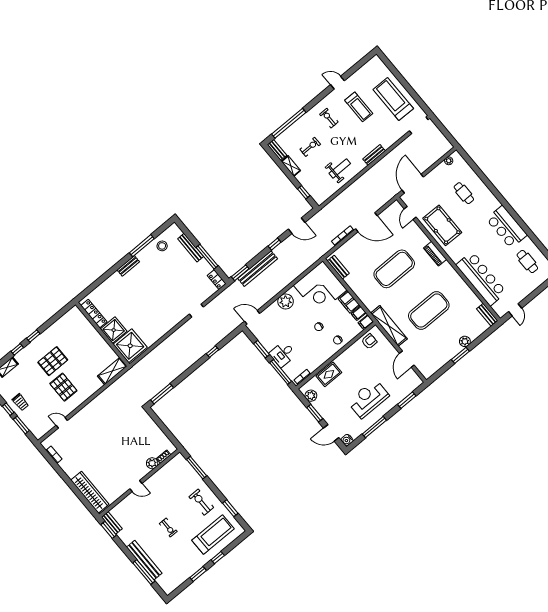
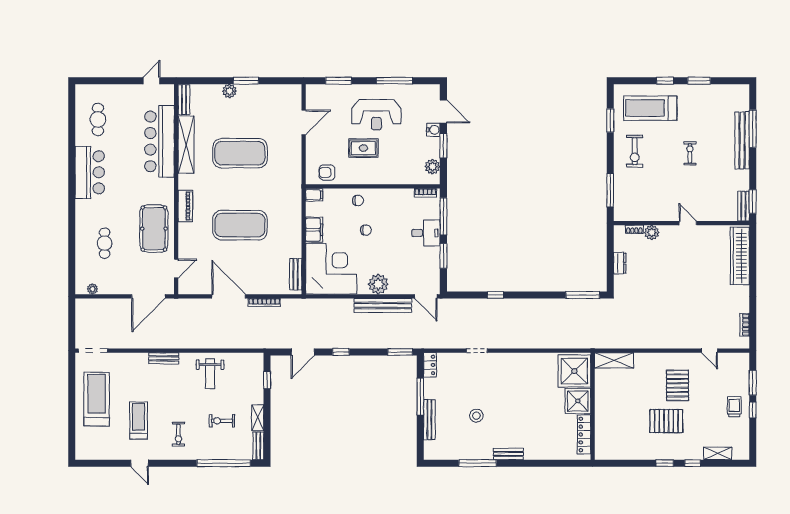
treadmill: (393, 99) -> (97, 399), turned 180
weight bench: (340, 168) -> (210, 374), turned -90
door: (297, 226) -> (303, 352), swing flipped
stool: (162, 246) -> (476, 416), moved
bench: (258, 269) -> (383, 305), moved
filing cabinet: (359, 313) -> (314, 210), removed
shelving: (389, 326) -> (186, 145), moved
rug: (329, 374) -> (363, 148), moved
dresser: (156, 430) -> (620, 263), added
water cooler: (347, 440) -> (433, 130), moved

